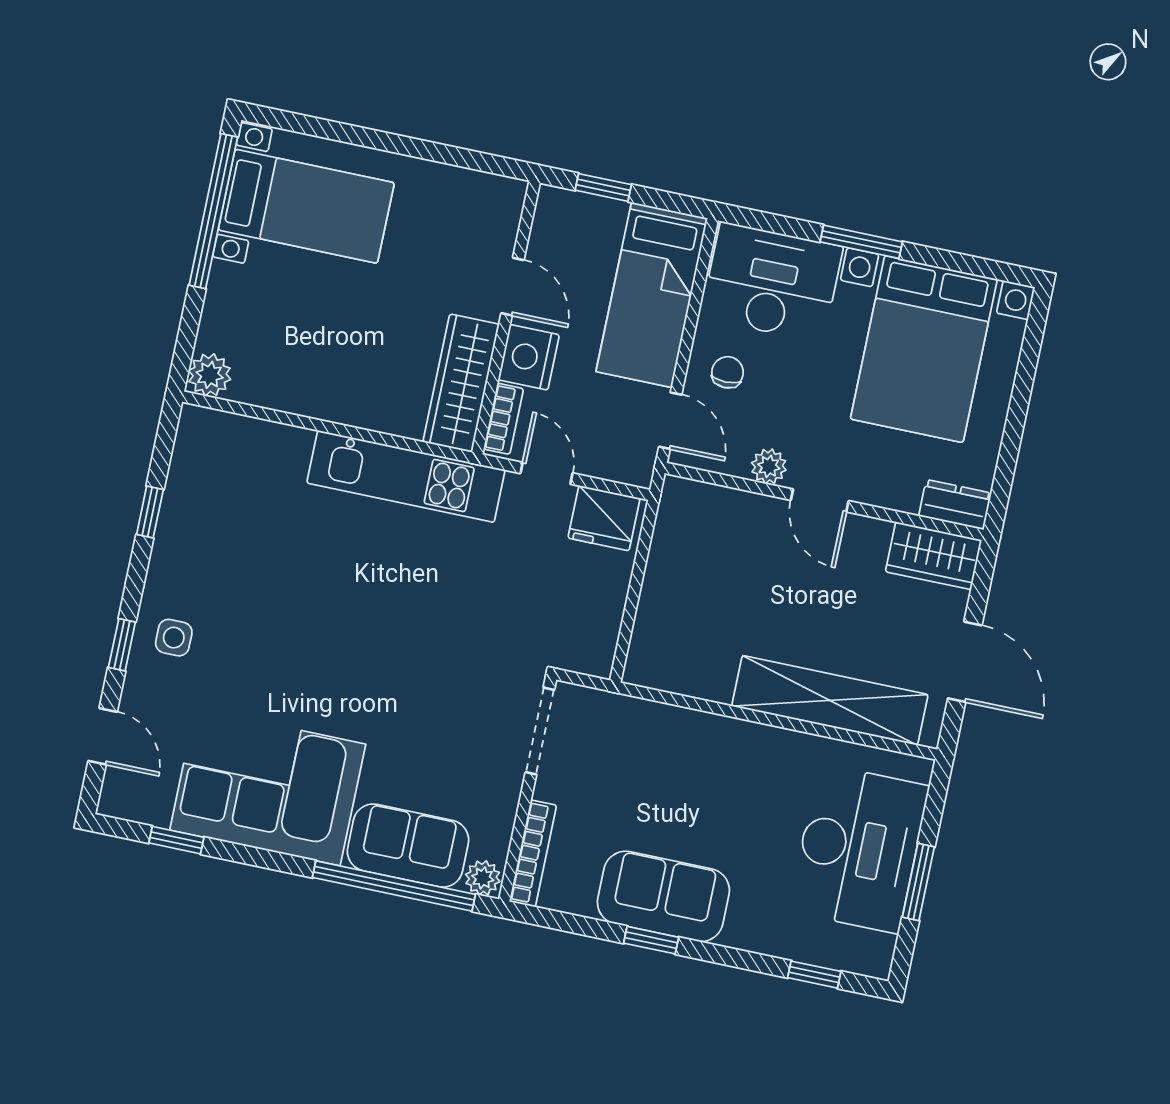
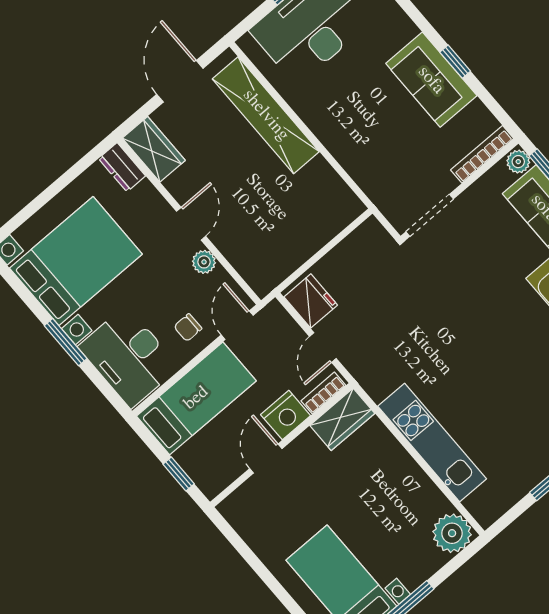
plant: (210, 375) -> (452, 533), width x1.36, depth x1.36
wardrobe: (461, 383) -> (342, 419), width x0.67
kitchen unit: (406, 476) -> (432, 442), moved

